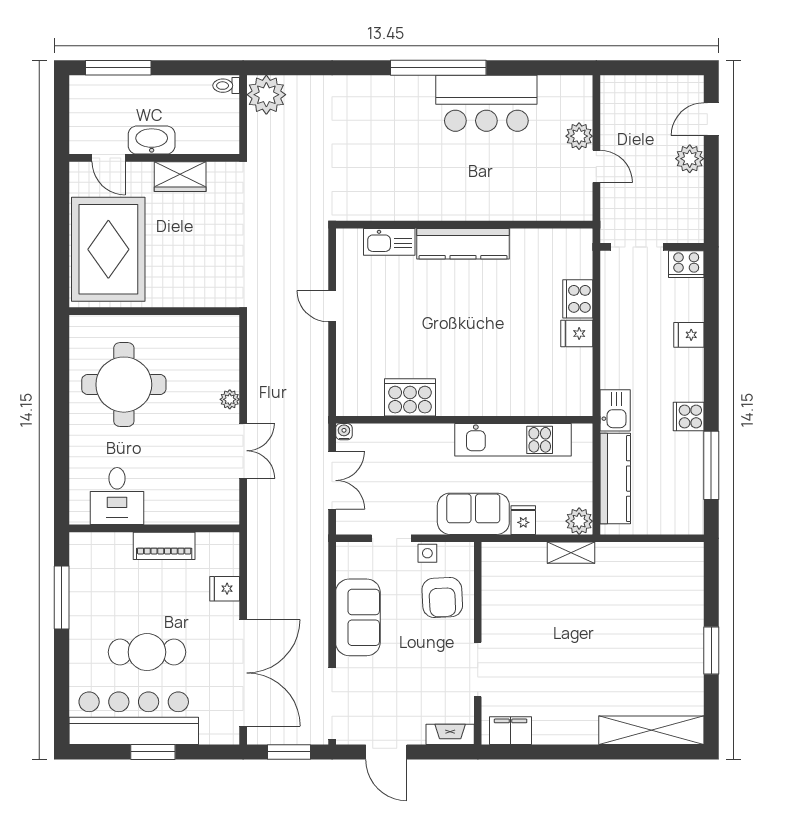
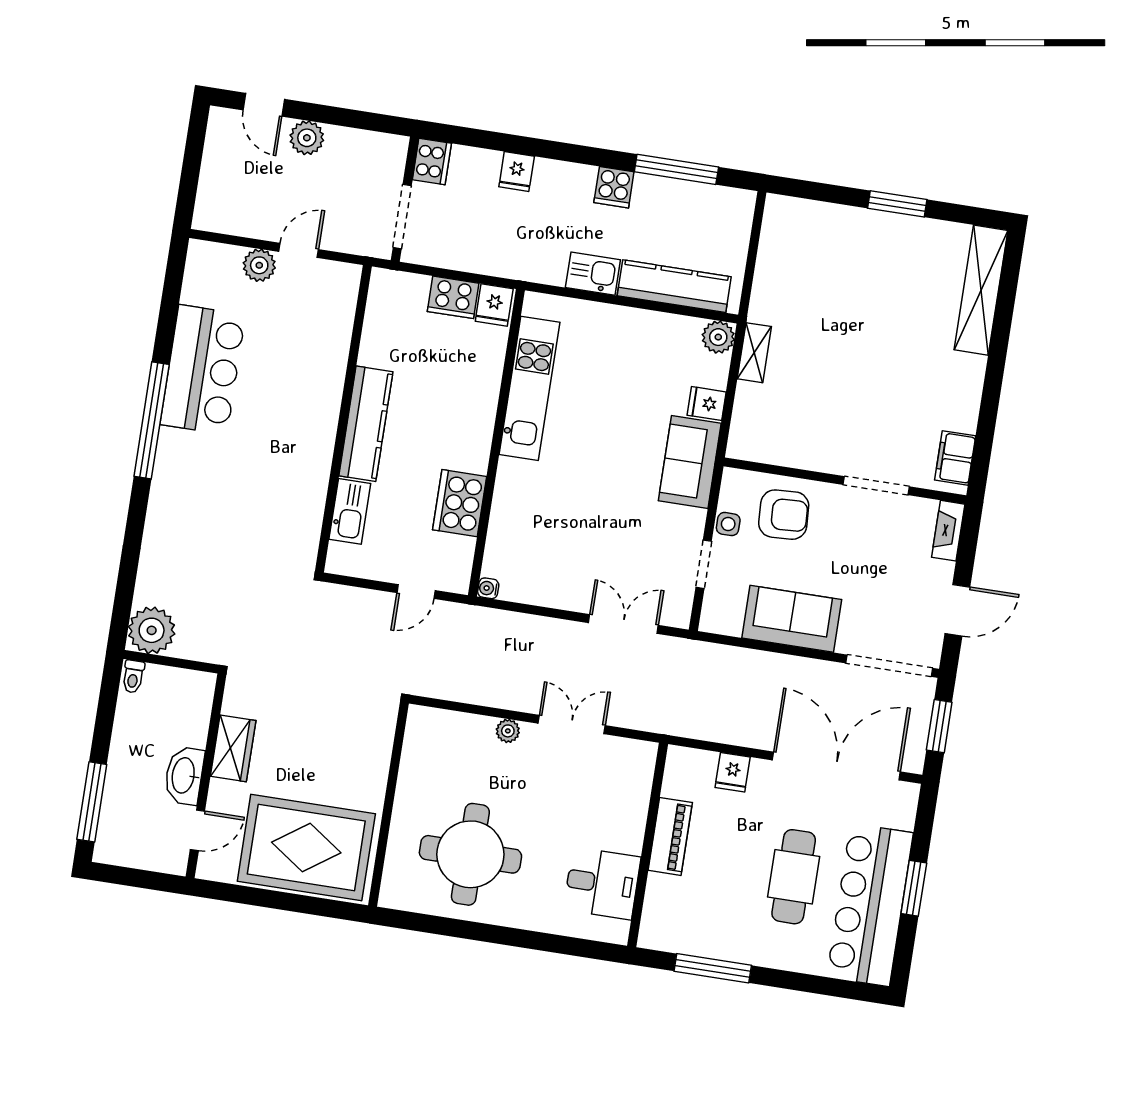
cooker: (410, 397) -> (460, 503), moved
wall: (464, 420) -> (496, 443), moved
water cooler: (344, 432) -> (488, 588), moved
kitchen unit: (513, 440) -> (529, 388), moved

